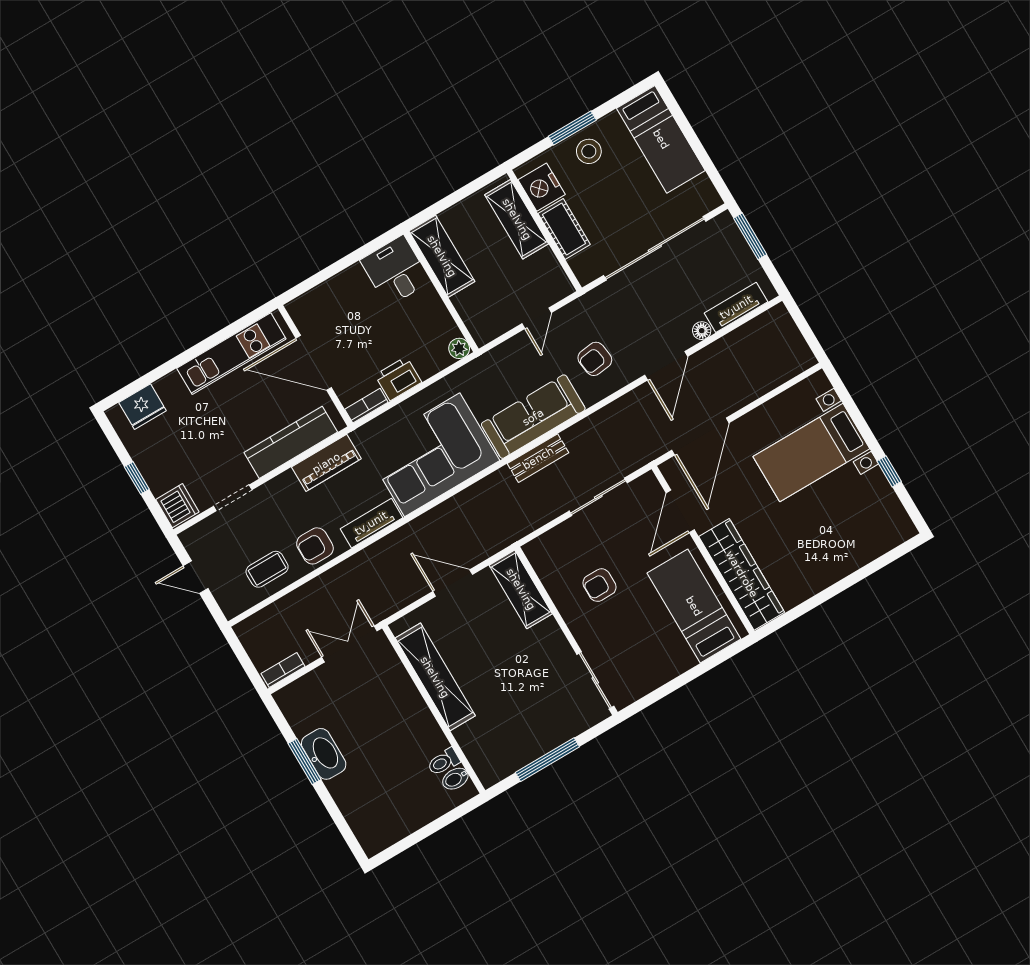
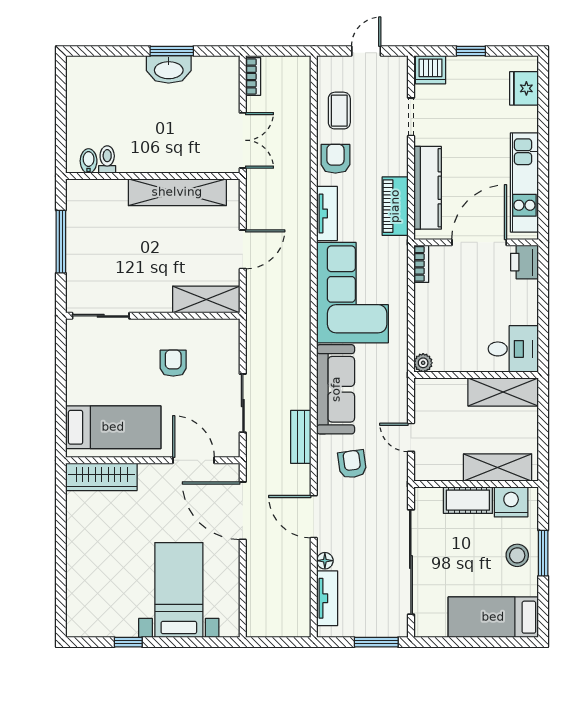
printer: (398, 379) -> (524, 262), moved, turned 180
bench: (538, 458) -> (301, 437), moved
wardrobe: (742, 574) -> (102, 477), width x0.71, depth x0.85

